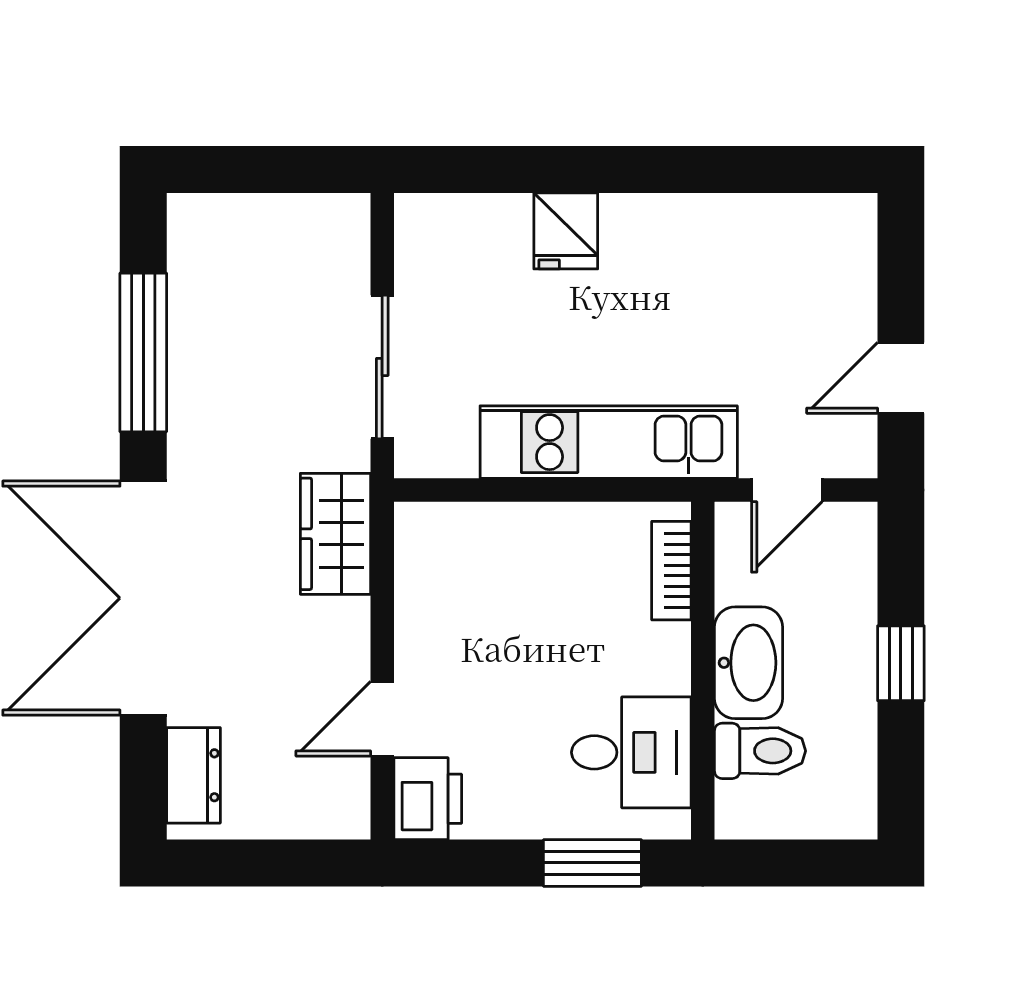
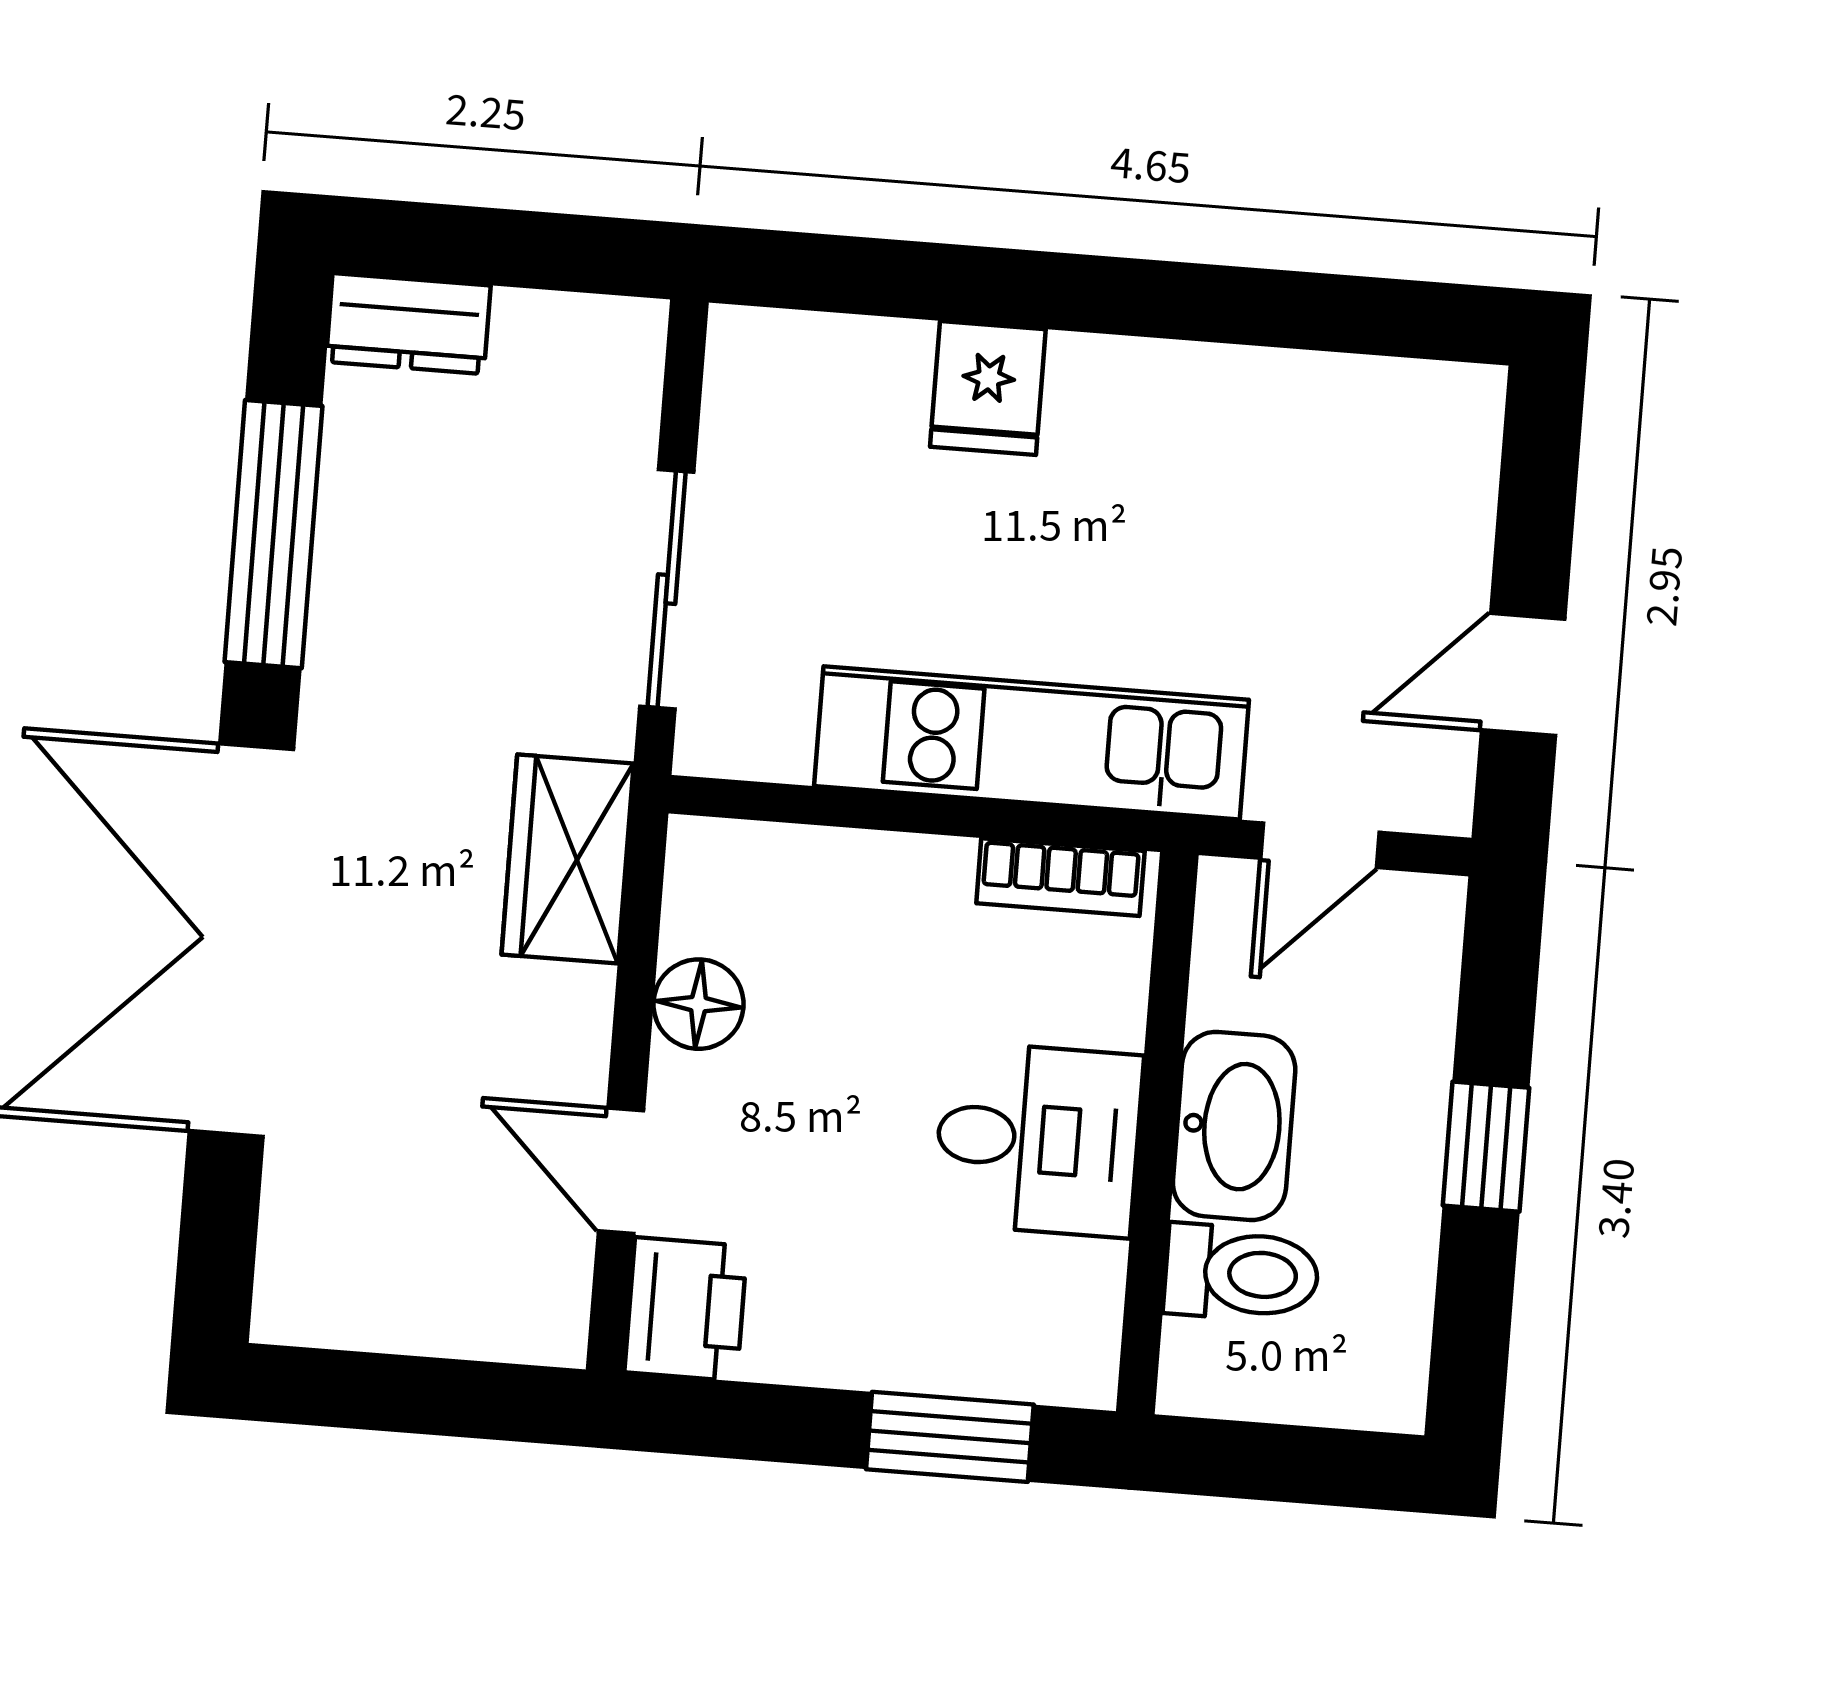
bookcase: (671, 571) -> (1060, 877), moved, turned -90
floor lamp: (421, 615) -> (699, 1004), added
door: (382, 719) -> (621, 1171), hinge flipped
desk: (631, 752) -> (1038, 1139), moved
dresser: (193, 775) -> (408, 324), moved, turned 90

